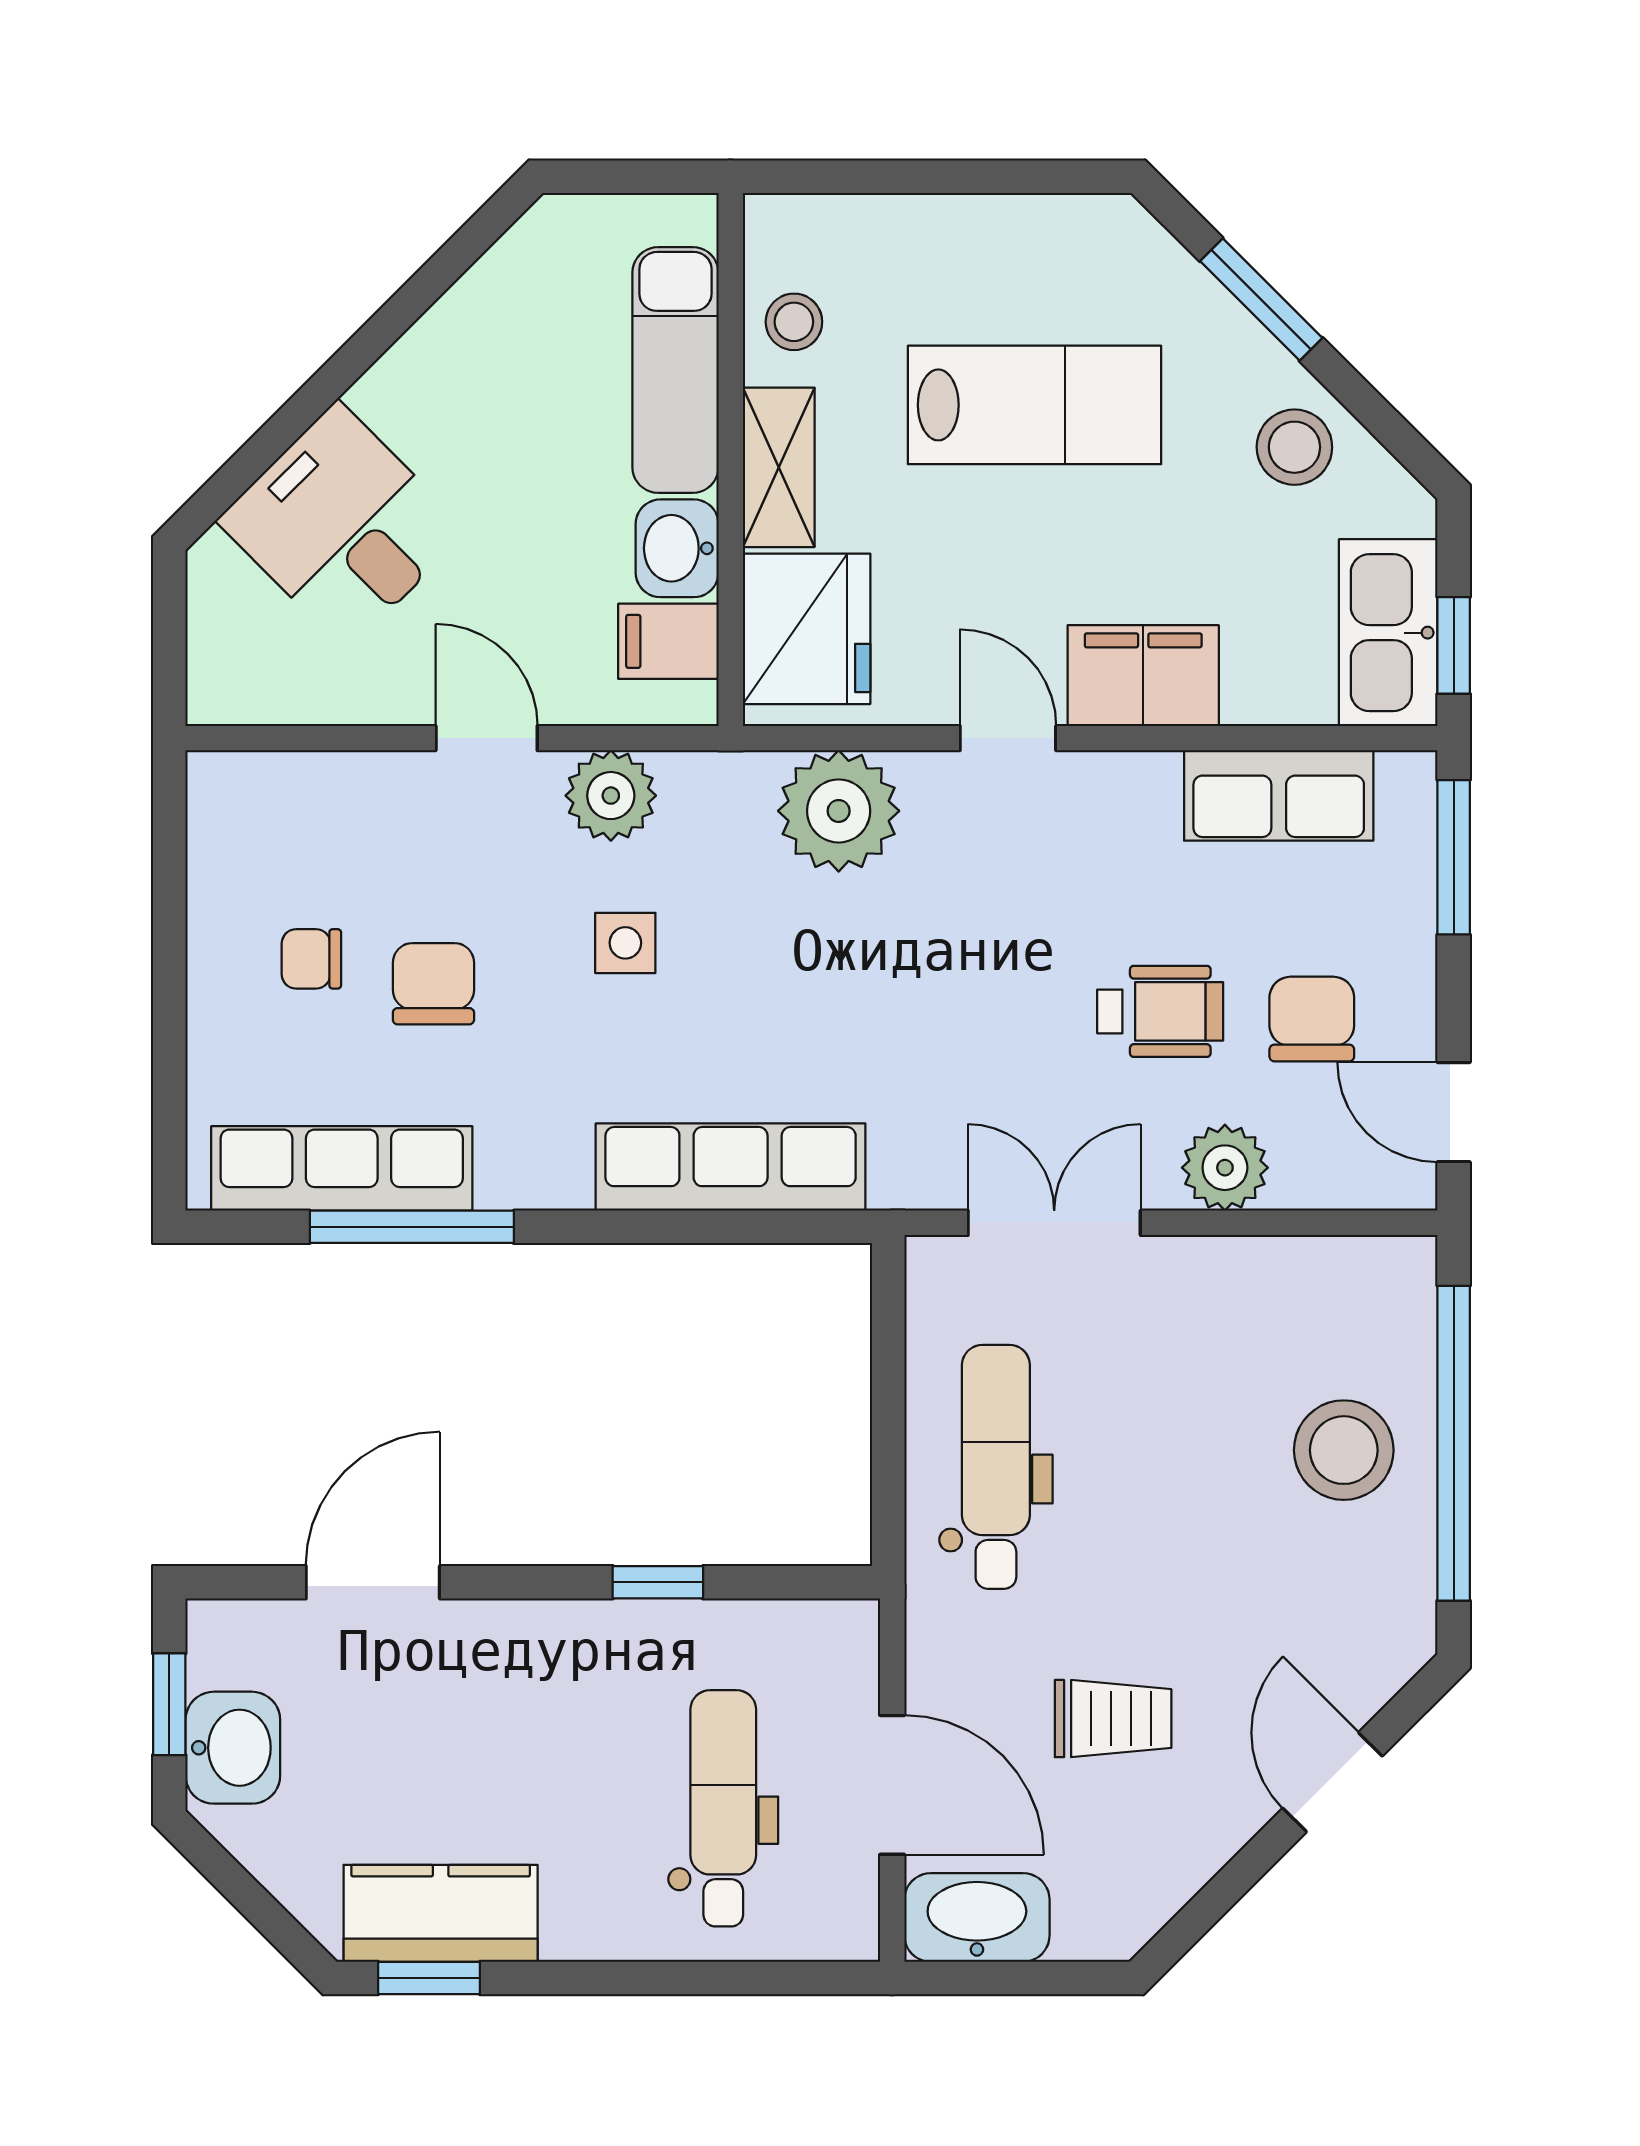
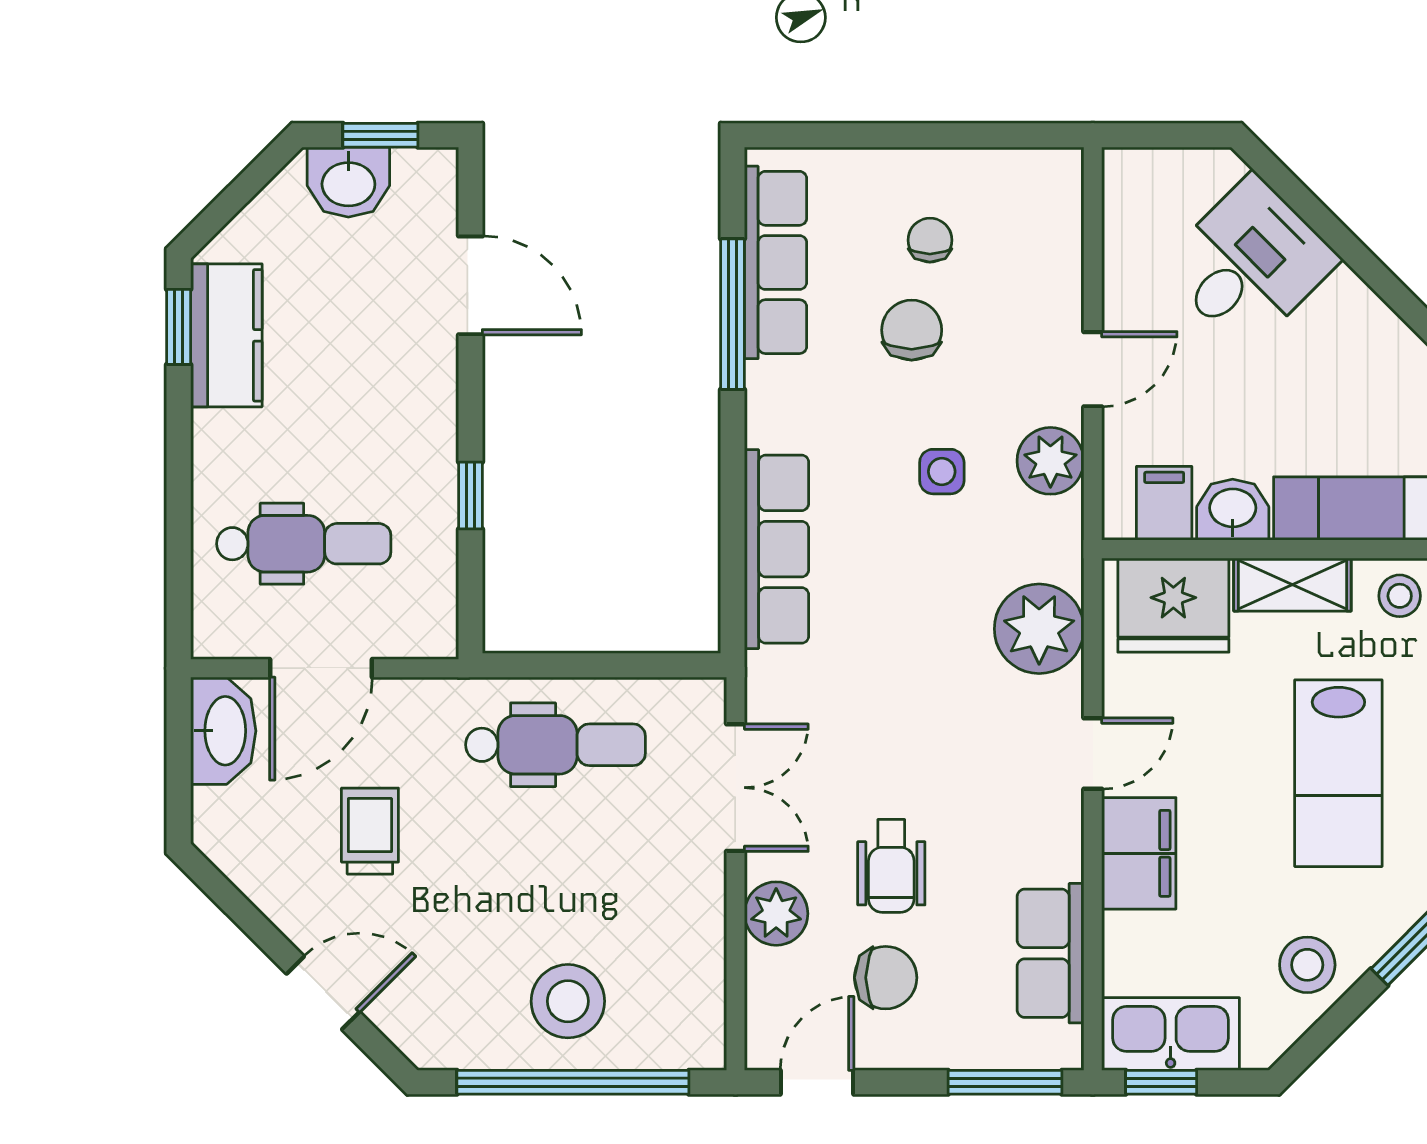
chair: (433, 984) -> (912, 330), turned -90
trolley: (1113, 1719) -> (370, 831), turned 180

